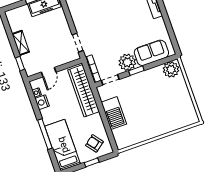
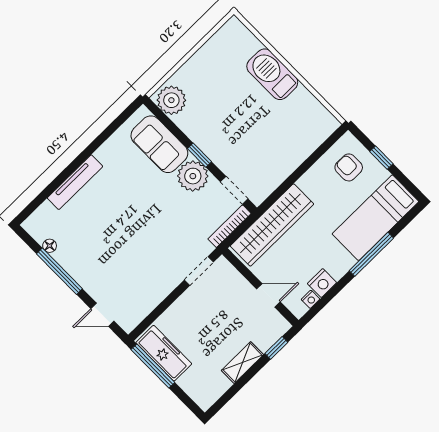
barbecue: (114, 113) -> (272, 74), moved, turned -90
armchair: (94, 143) -> (349, 167), turned 128

